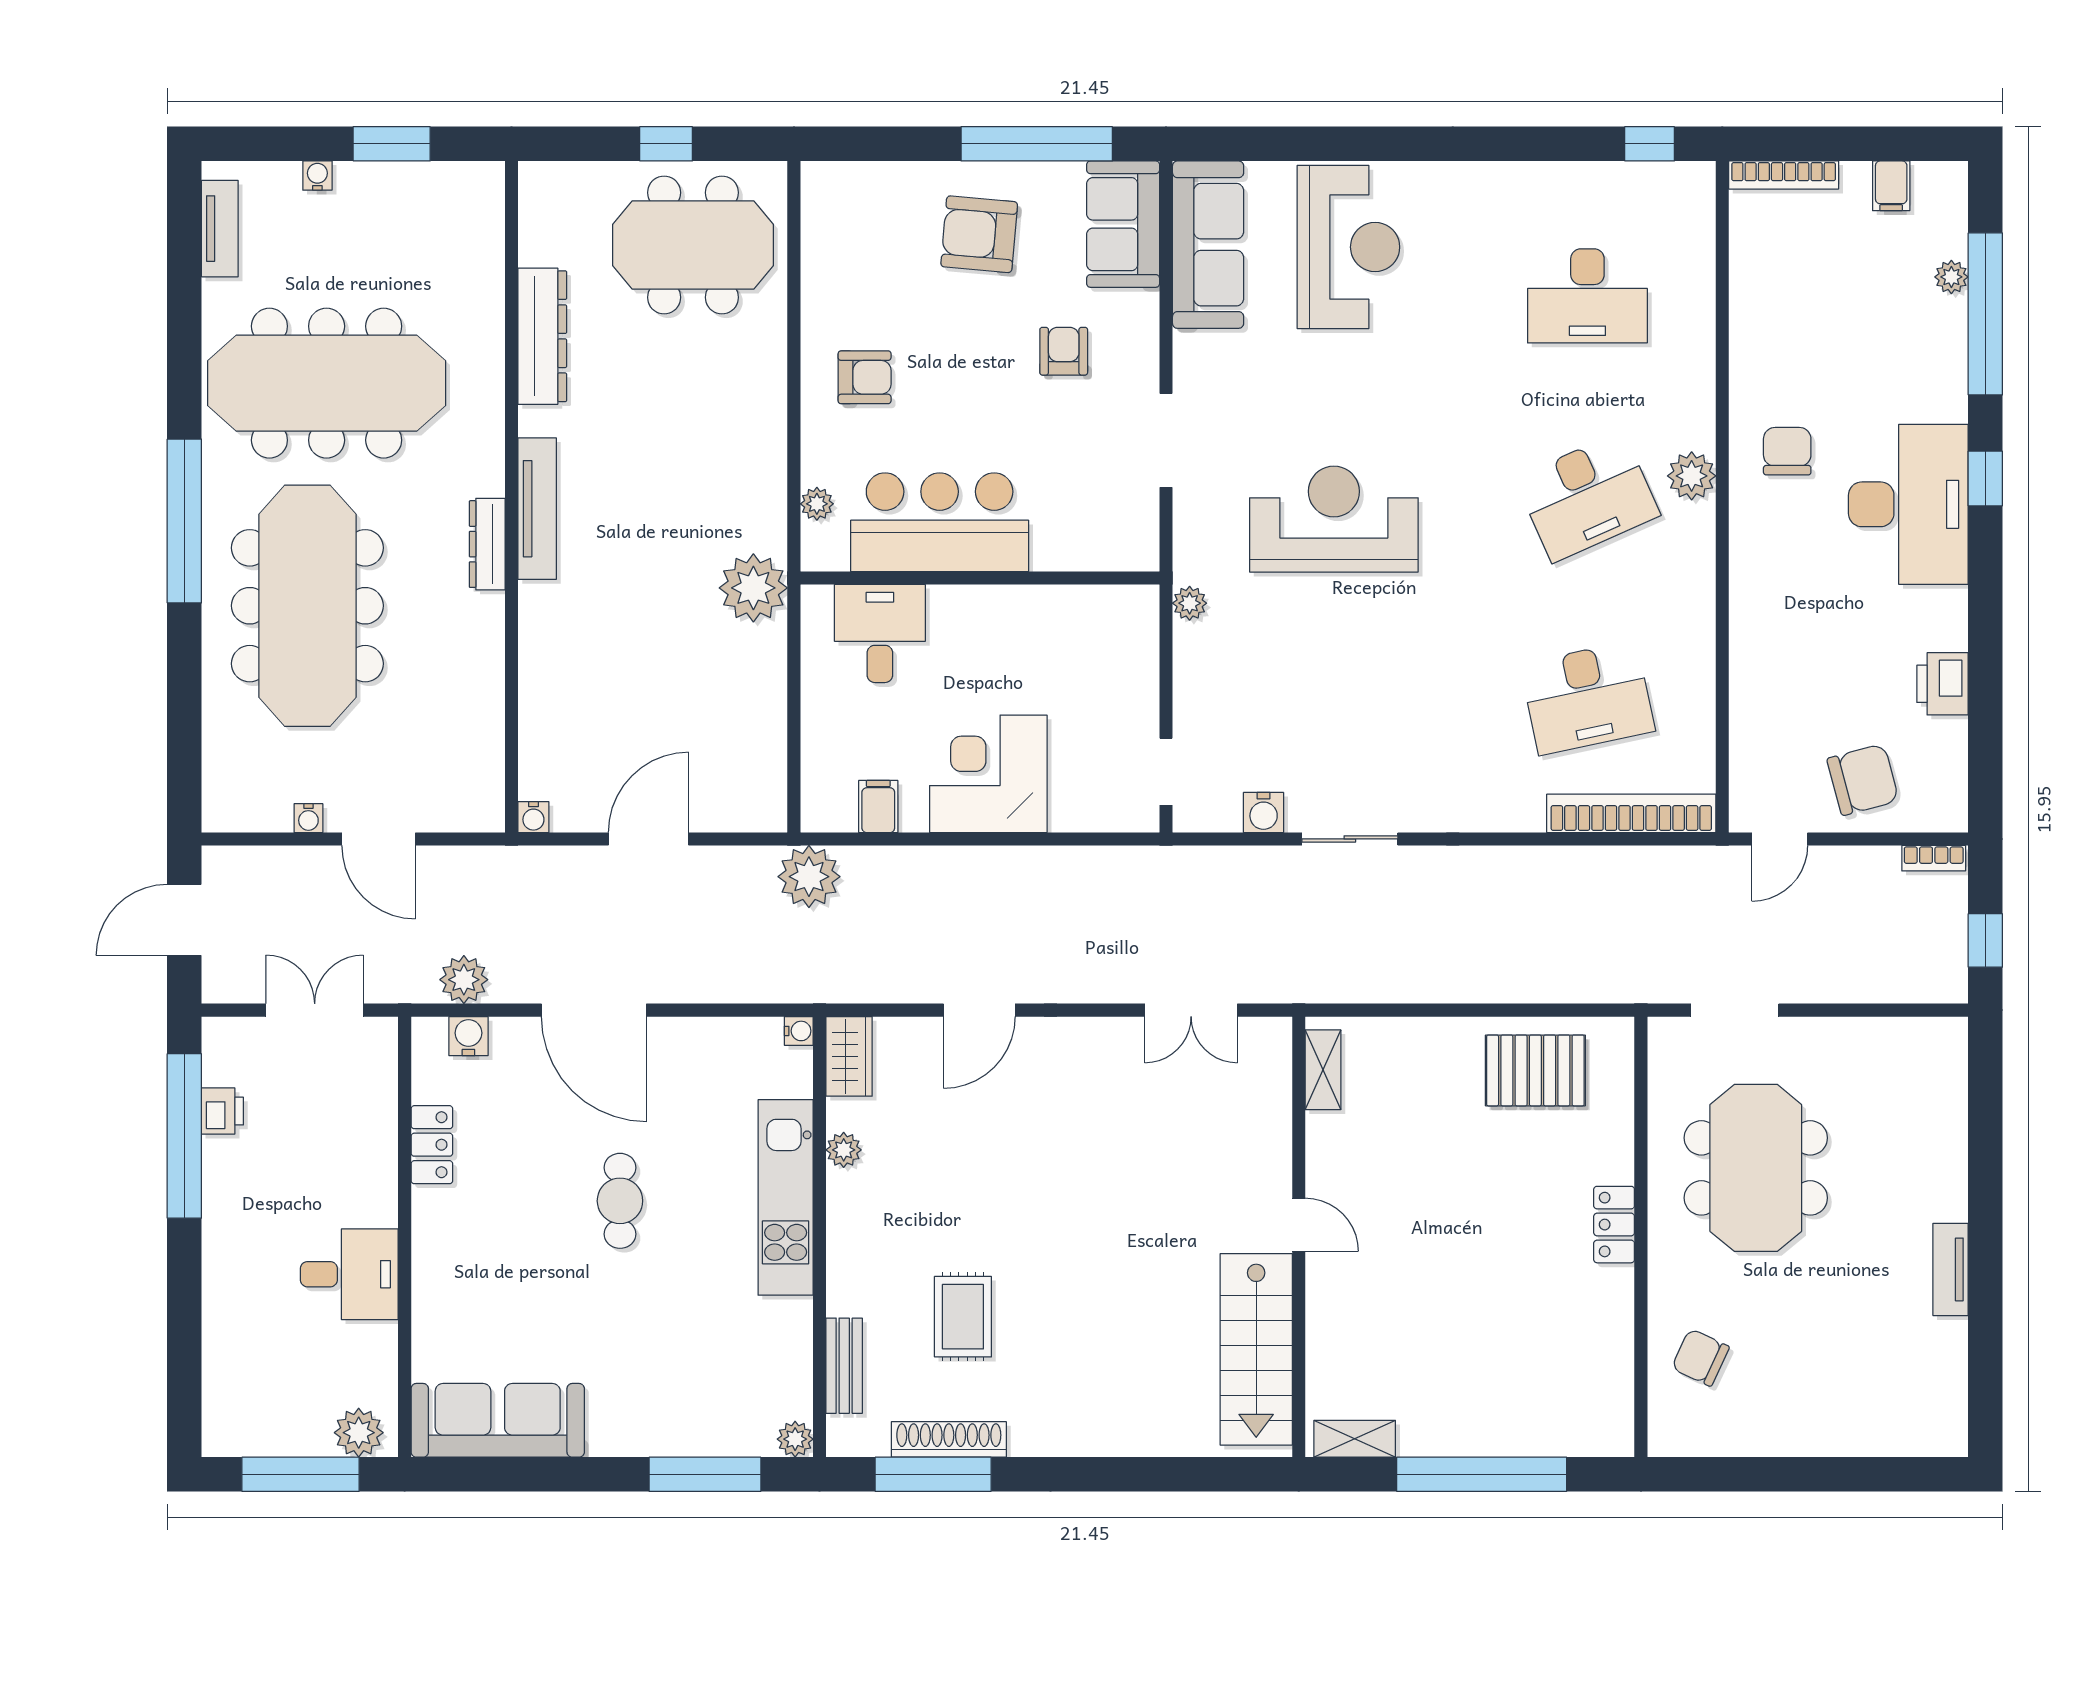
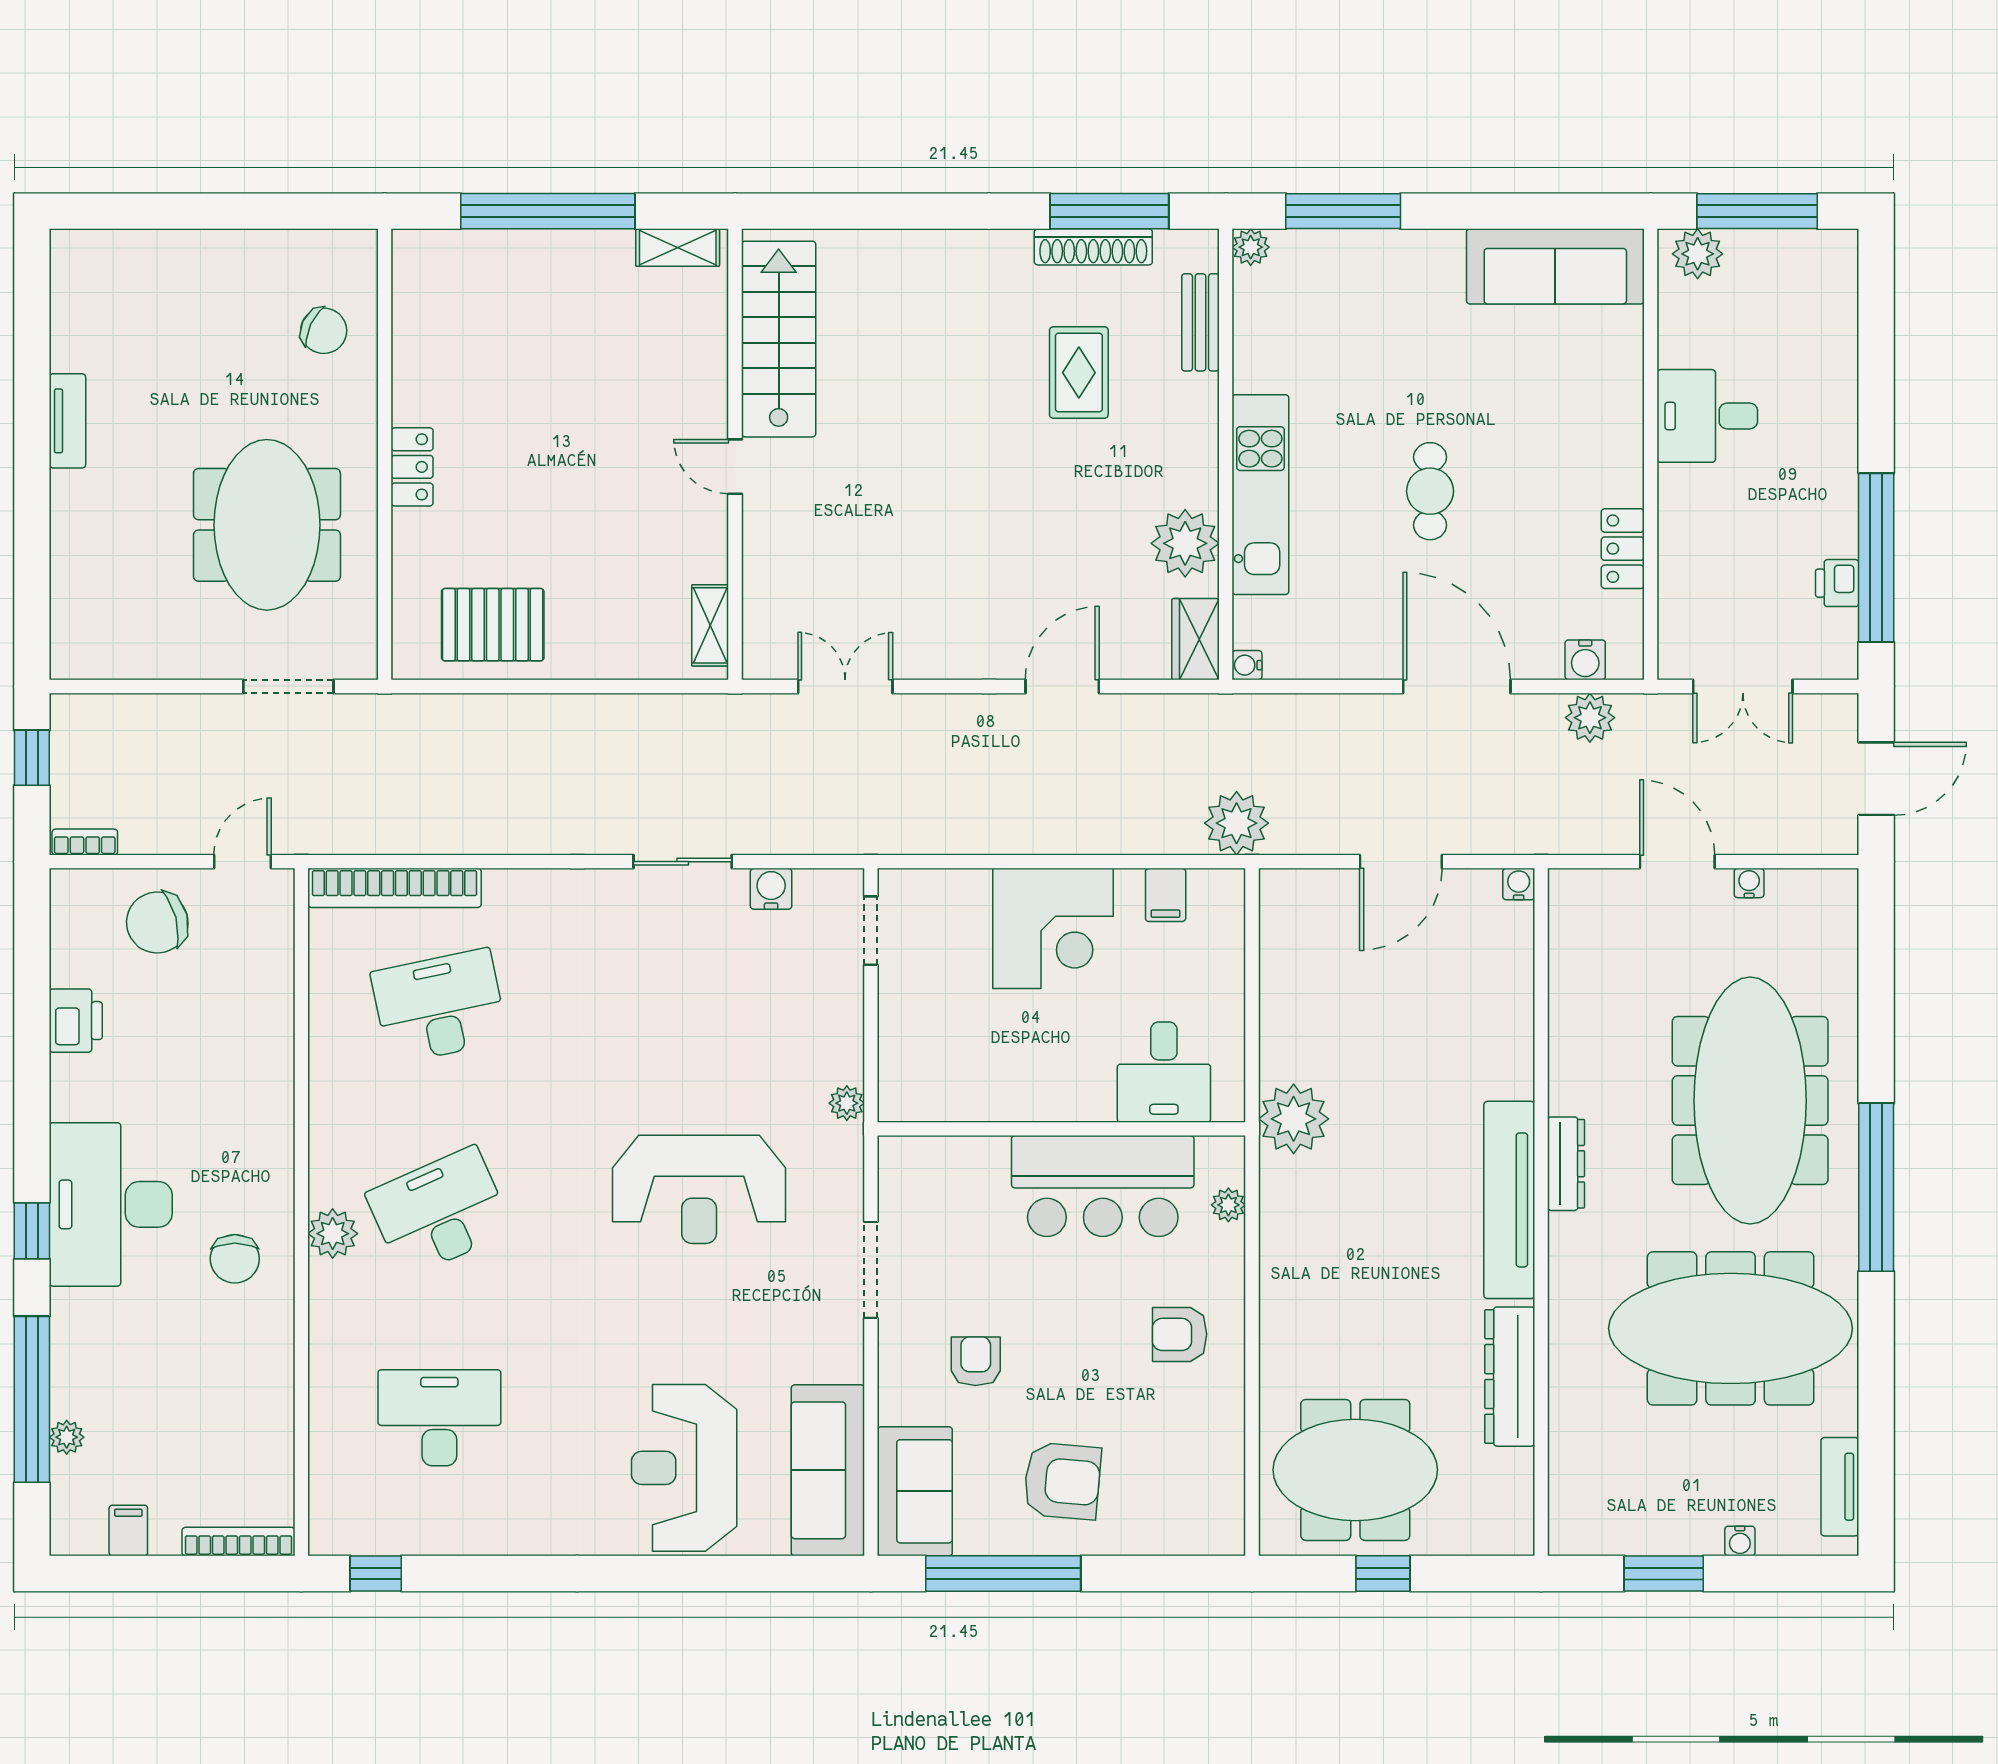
armchair: (1064, 351) -> (976, 1361), turned 180
tv unit: (537, 509) -> (1509, 1200), width x1.36, depth x1.29
plant: (844, 1150) -> (1185, 543), width x1.87, depth x1.87

